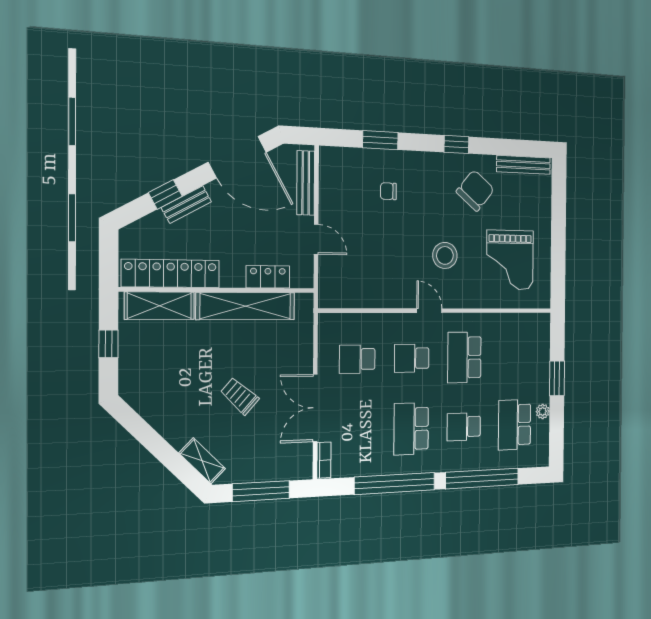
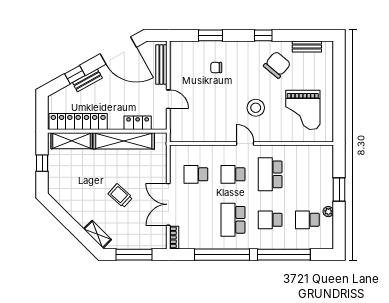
bench: (524, 165) -> (307, 46), width x0.73
school desk: (515, 425) -> (307, 220), width x0.54

